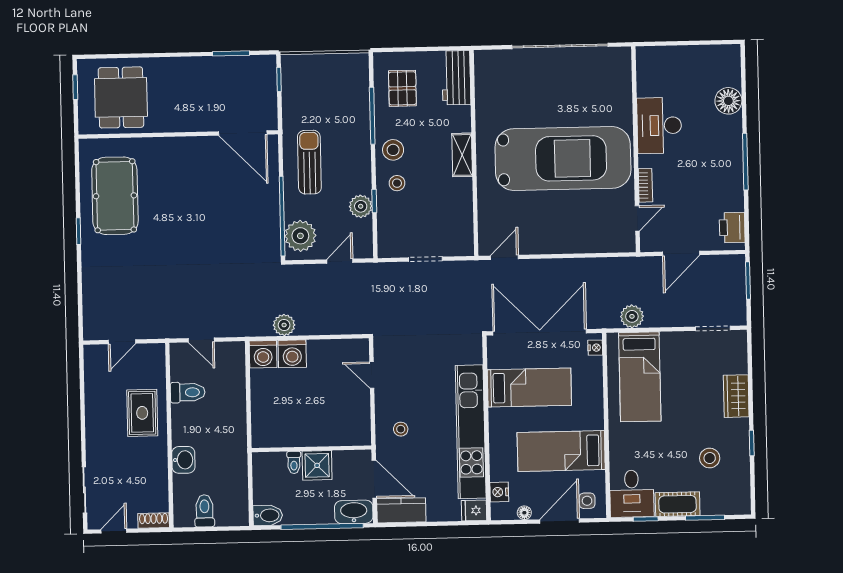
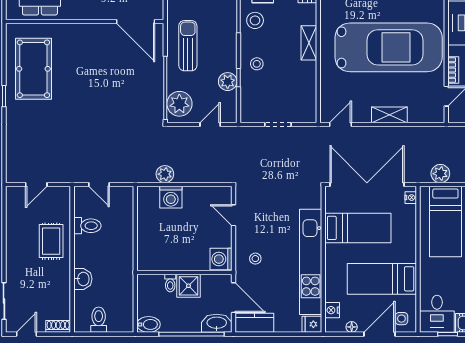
stool: (393, 150) -> (255, 20), moved
shelving: (566, 244) -> (389, 115), added
washing machine: (263, 354) -> (221, 259), moved, turned 90

